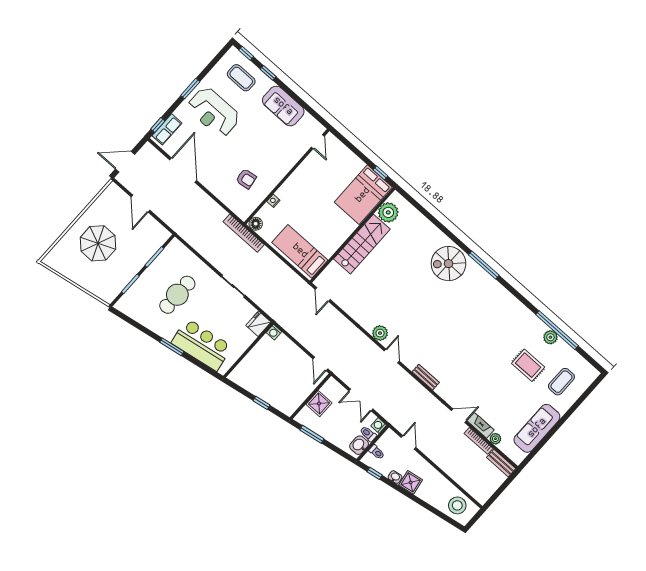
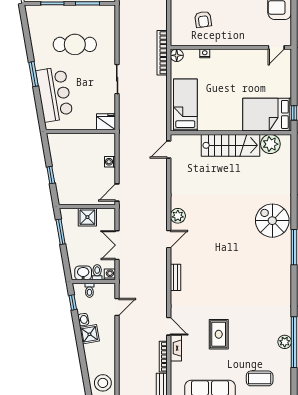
washing machine: (274, 332) -> (110, 162), moved
rug: (528, 365) -> (219, 334), moved
plant: (495, 439) -> (176, 367), removed

